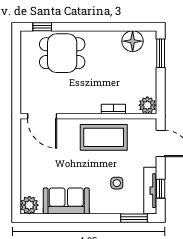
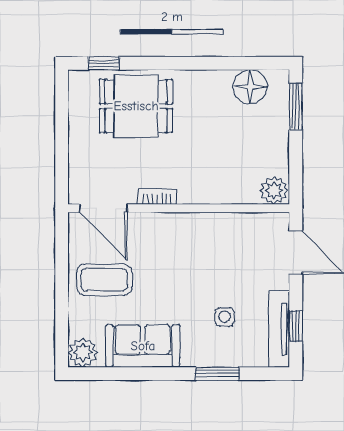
bookcase: (113, 109) -> (157, 197), moved
coffee table: (104, 137) -> (104, 280), moved, width x0.73, depth x0.76
window: (134, 218) -> (217, 374), moved

